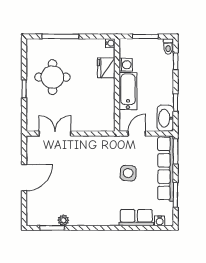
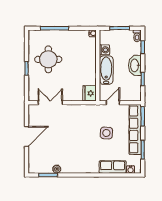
fridge: (106, 68) -> (90, 93), moved
washbasin: (165, 118) -> (135, 65), moved

